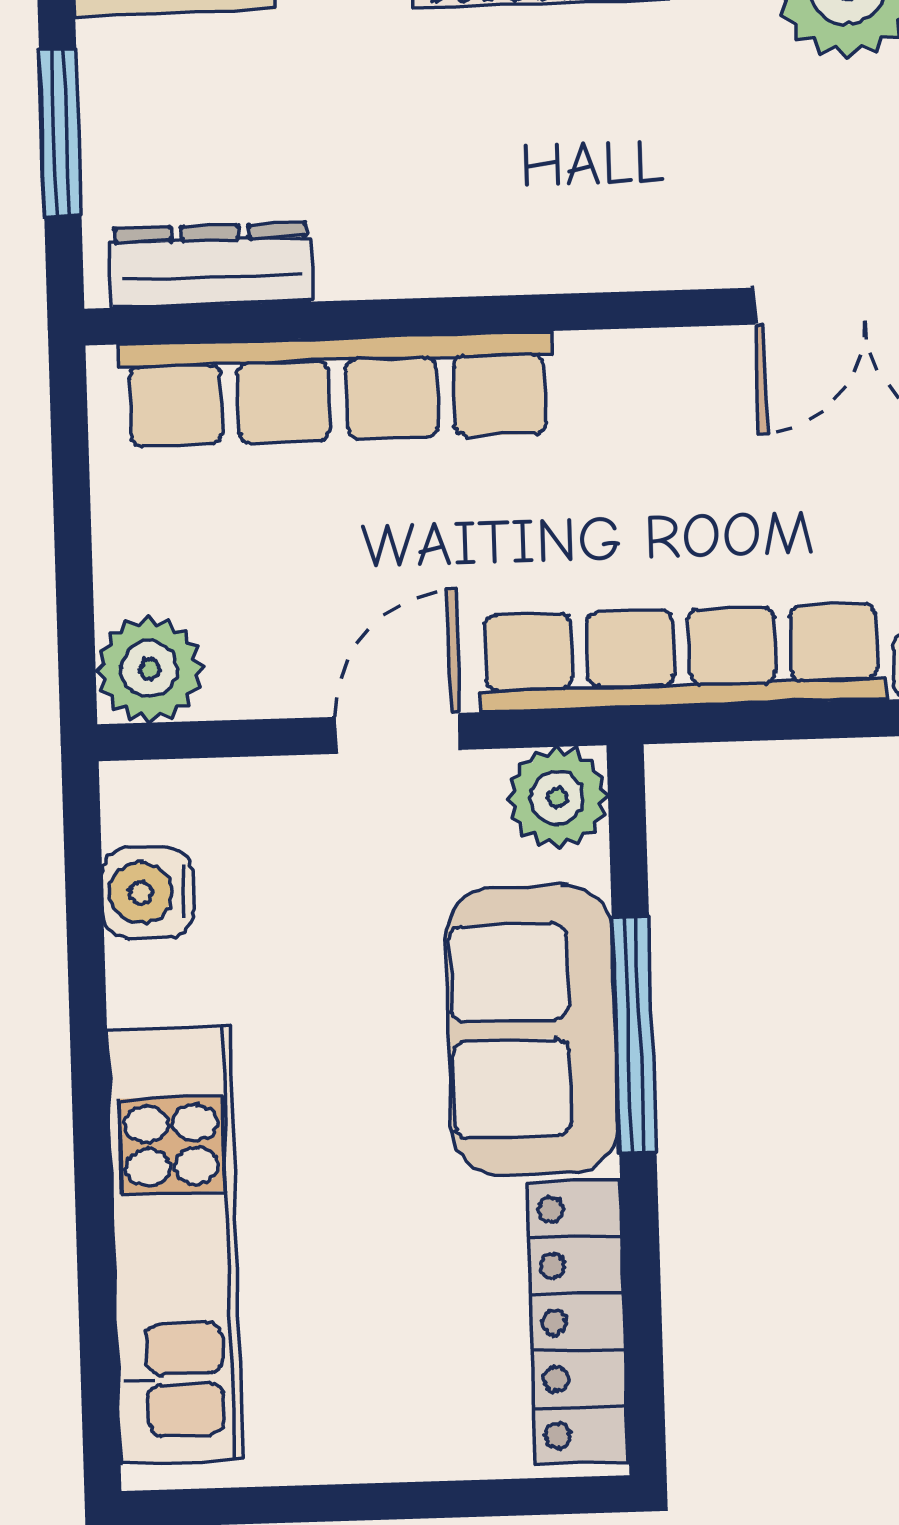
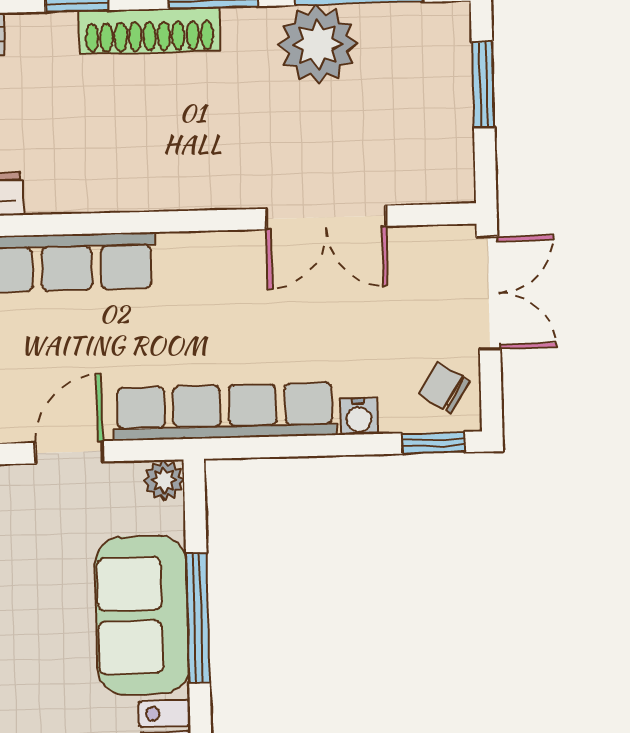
plant: (557, 798) -> (164, 480), width x0.73, depth x0.73

